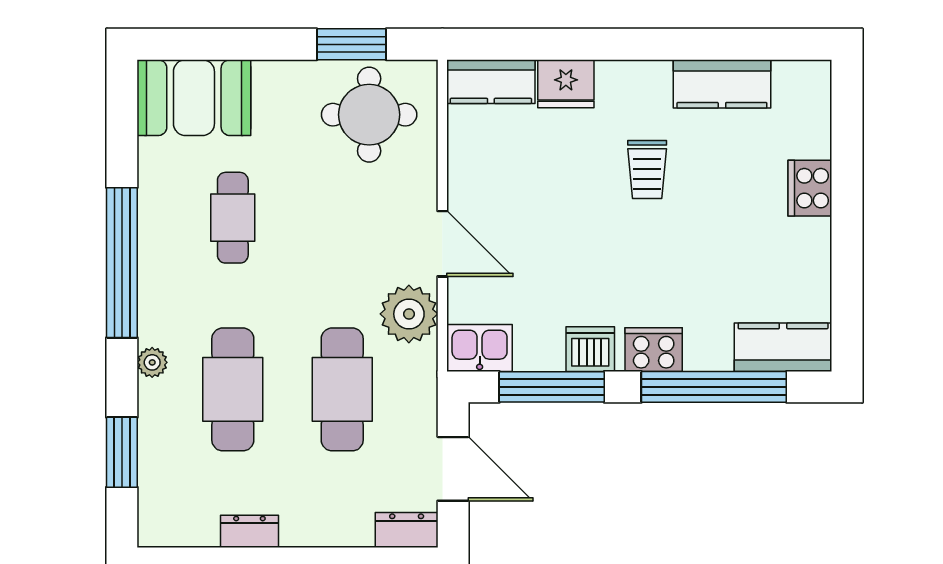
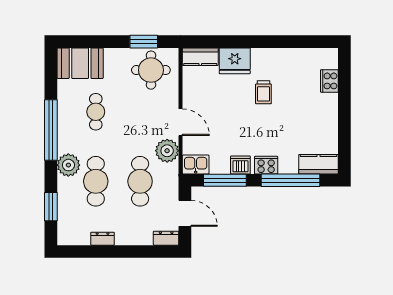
fridge: (566, 84) -> (235, 61), width x1.36, depth x1.34
kitchen counter: (722, 84) -> (294, 58), removed
cooker: (810, 188) -> (329, 81), moved
plant: (152, 362) -> (68, 165), width x1.88, depth x1.88

